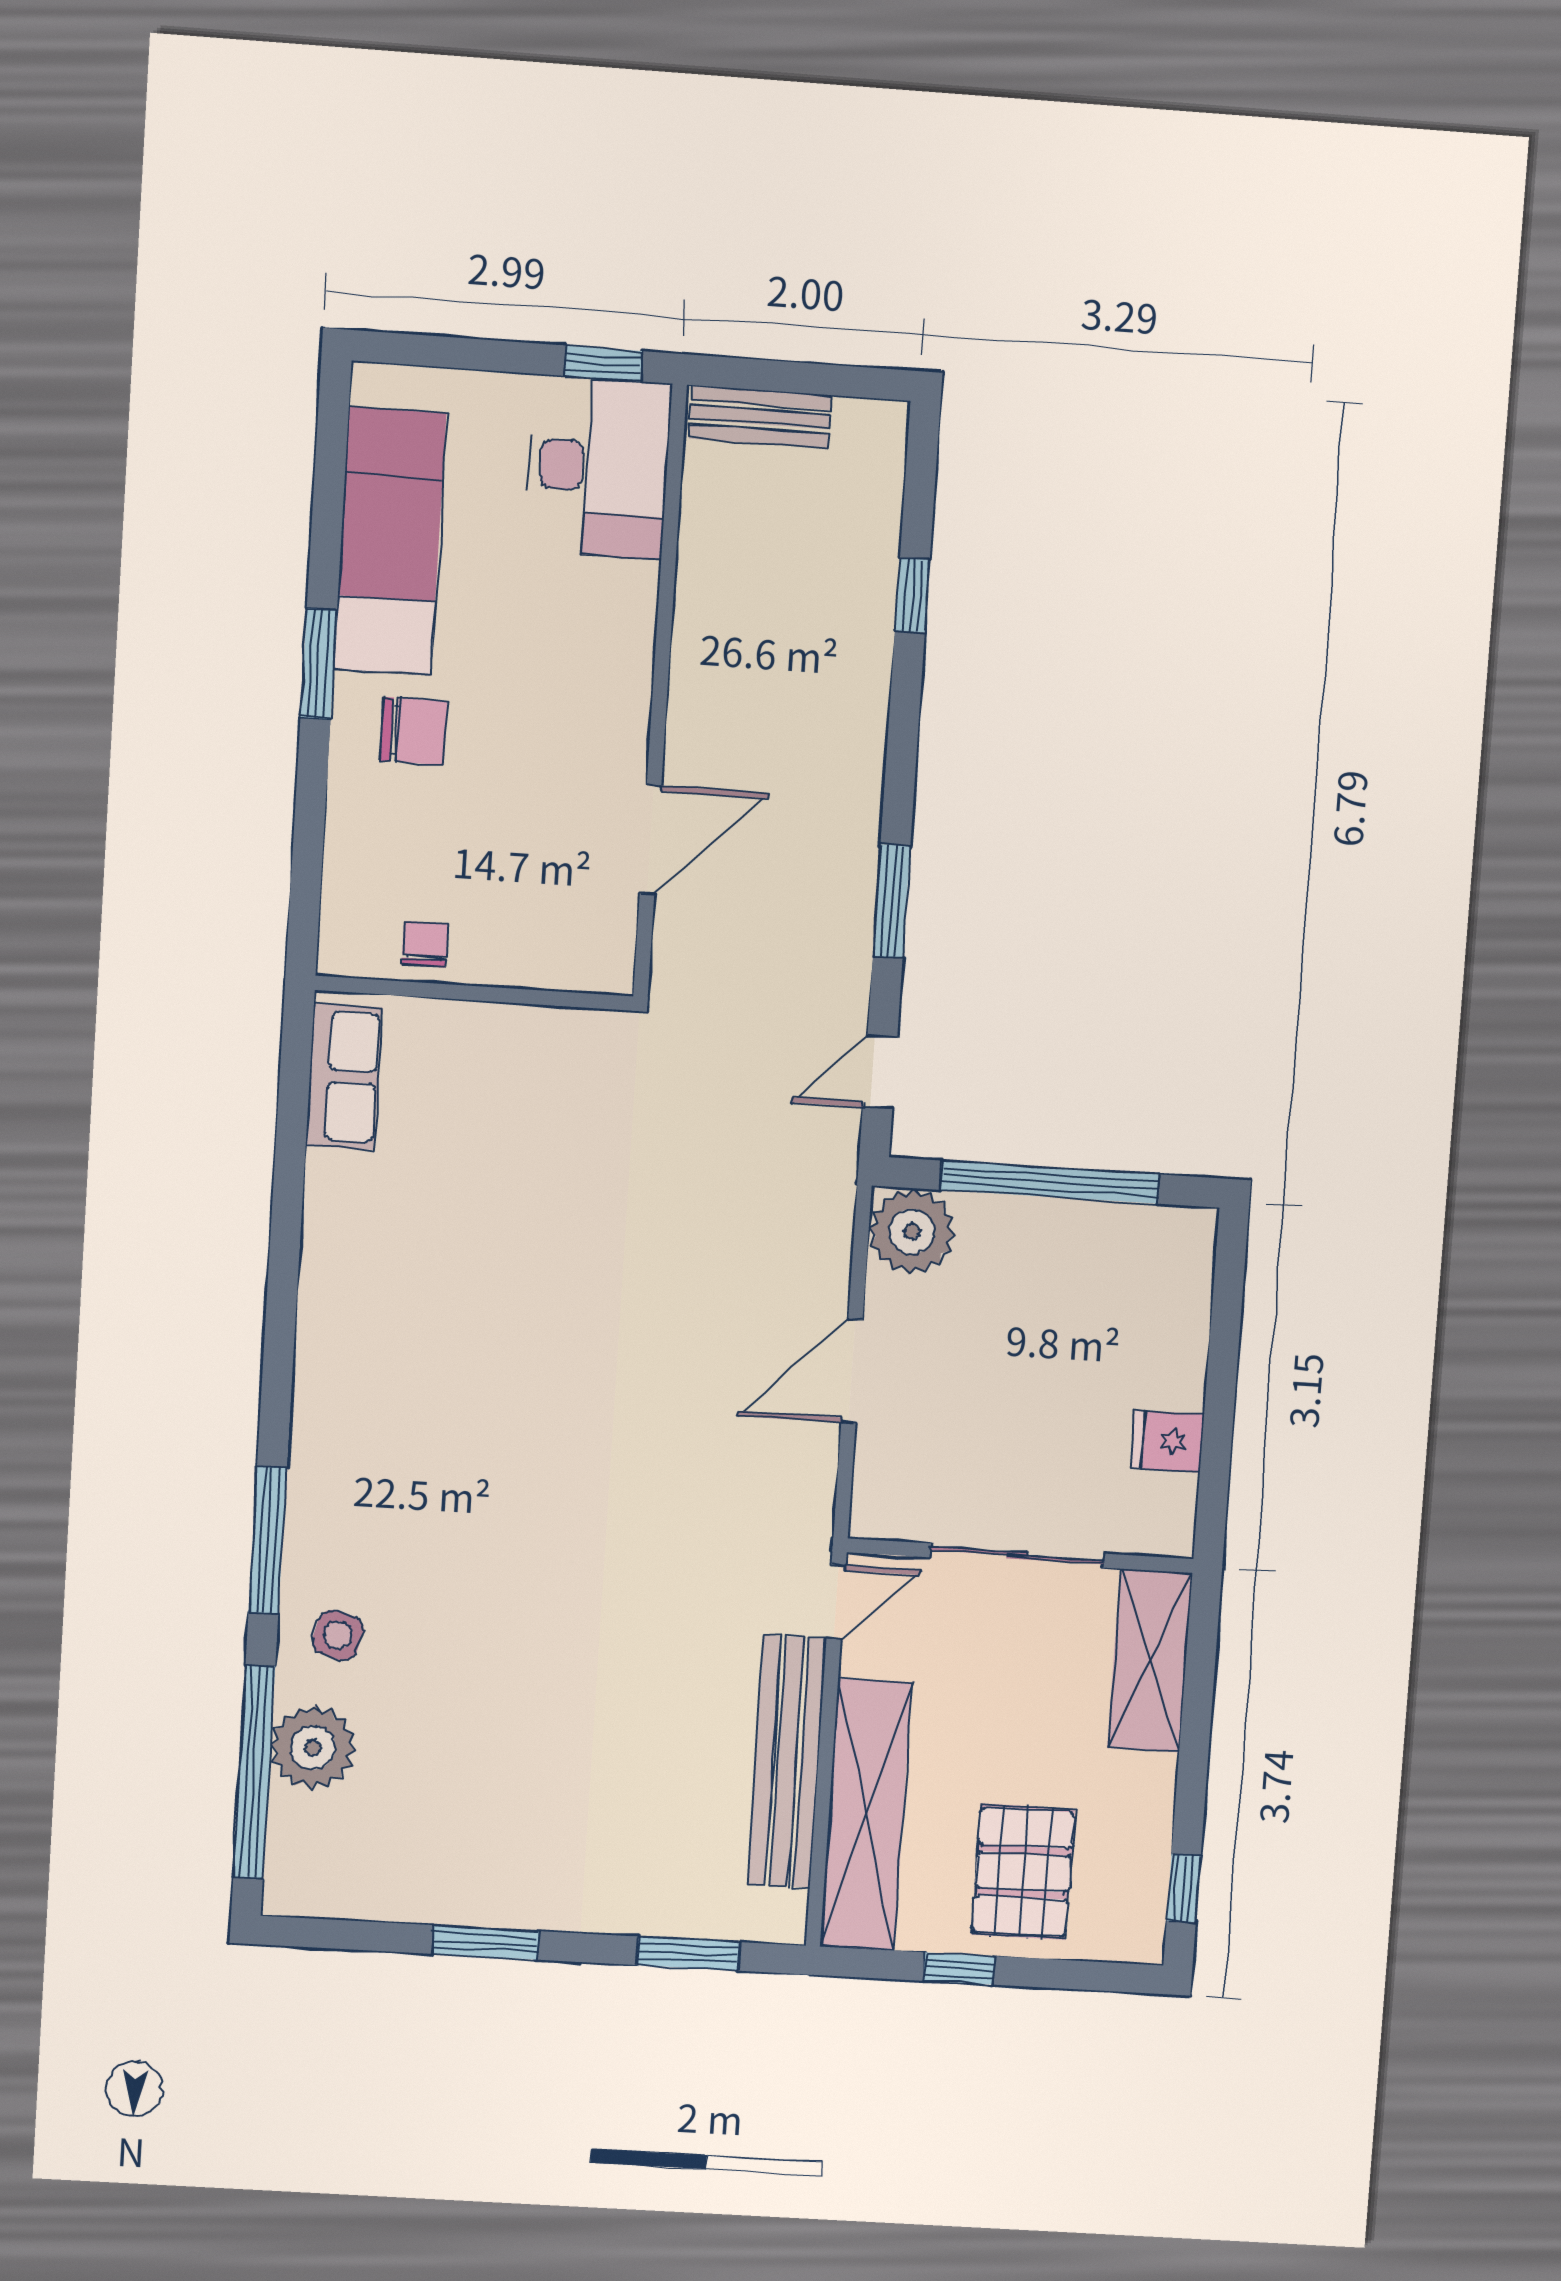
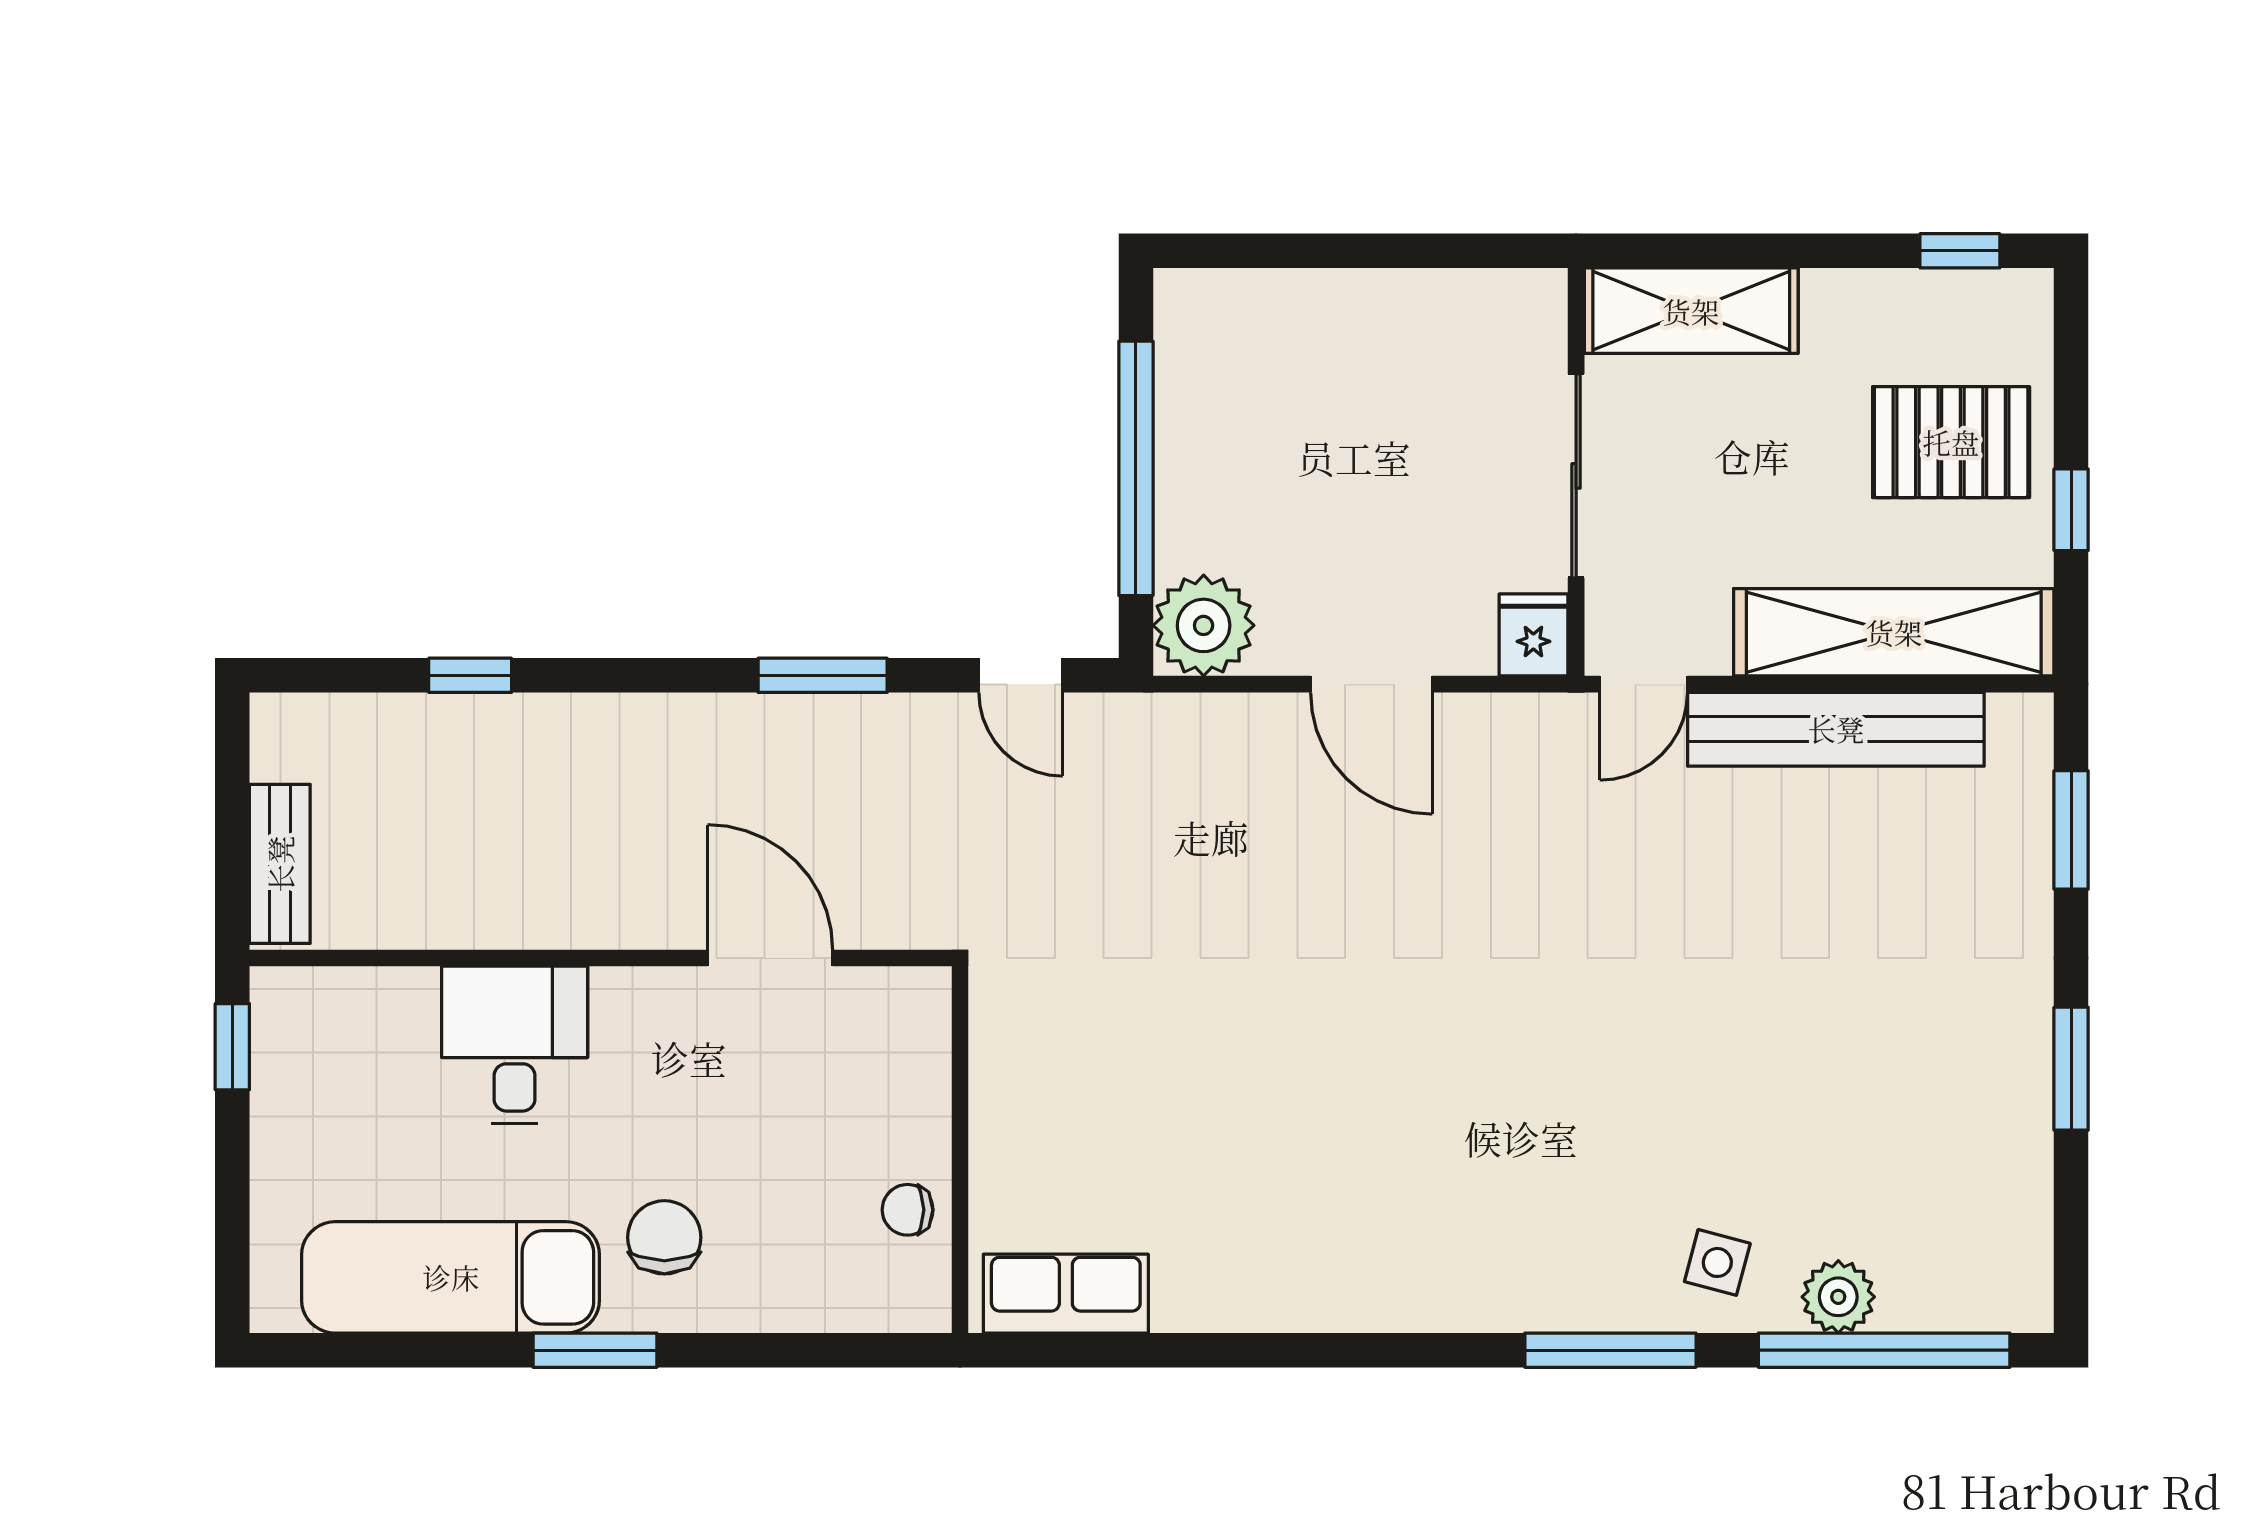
desk: (598, 467) -> (515, 1045), moved, width x0.73
fridge: (1167, 1441) -> (1533, 635), moved, turned 180
door: (836, 1602) -> (1644, 684), swing flipped
plant: (313, 1748) -> (1838, 1297), width x0.73, depth x0.73

